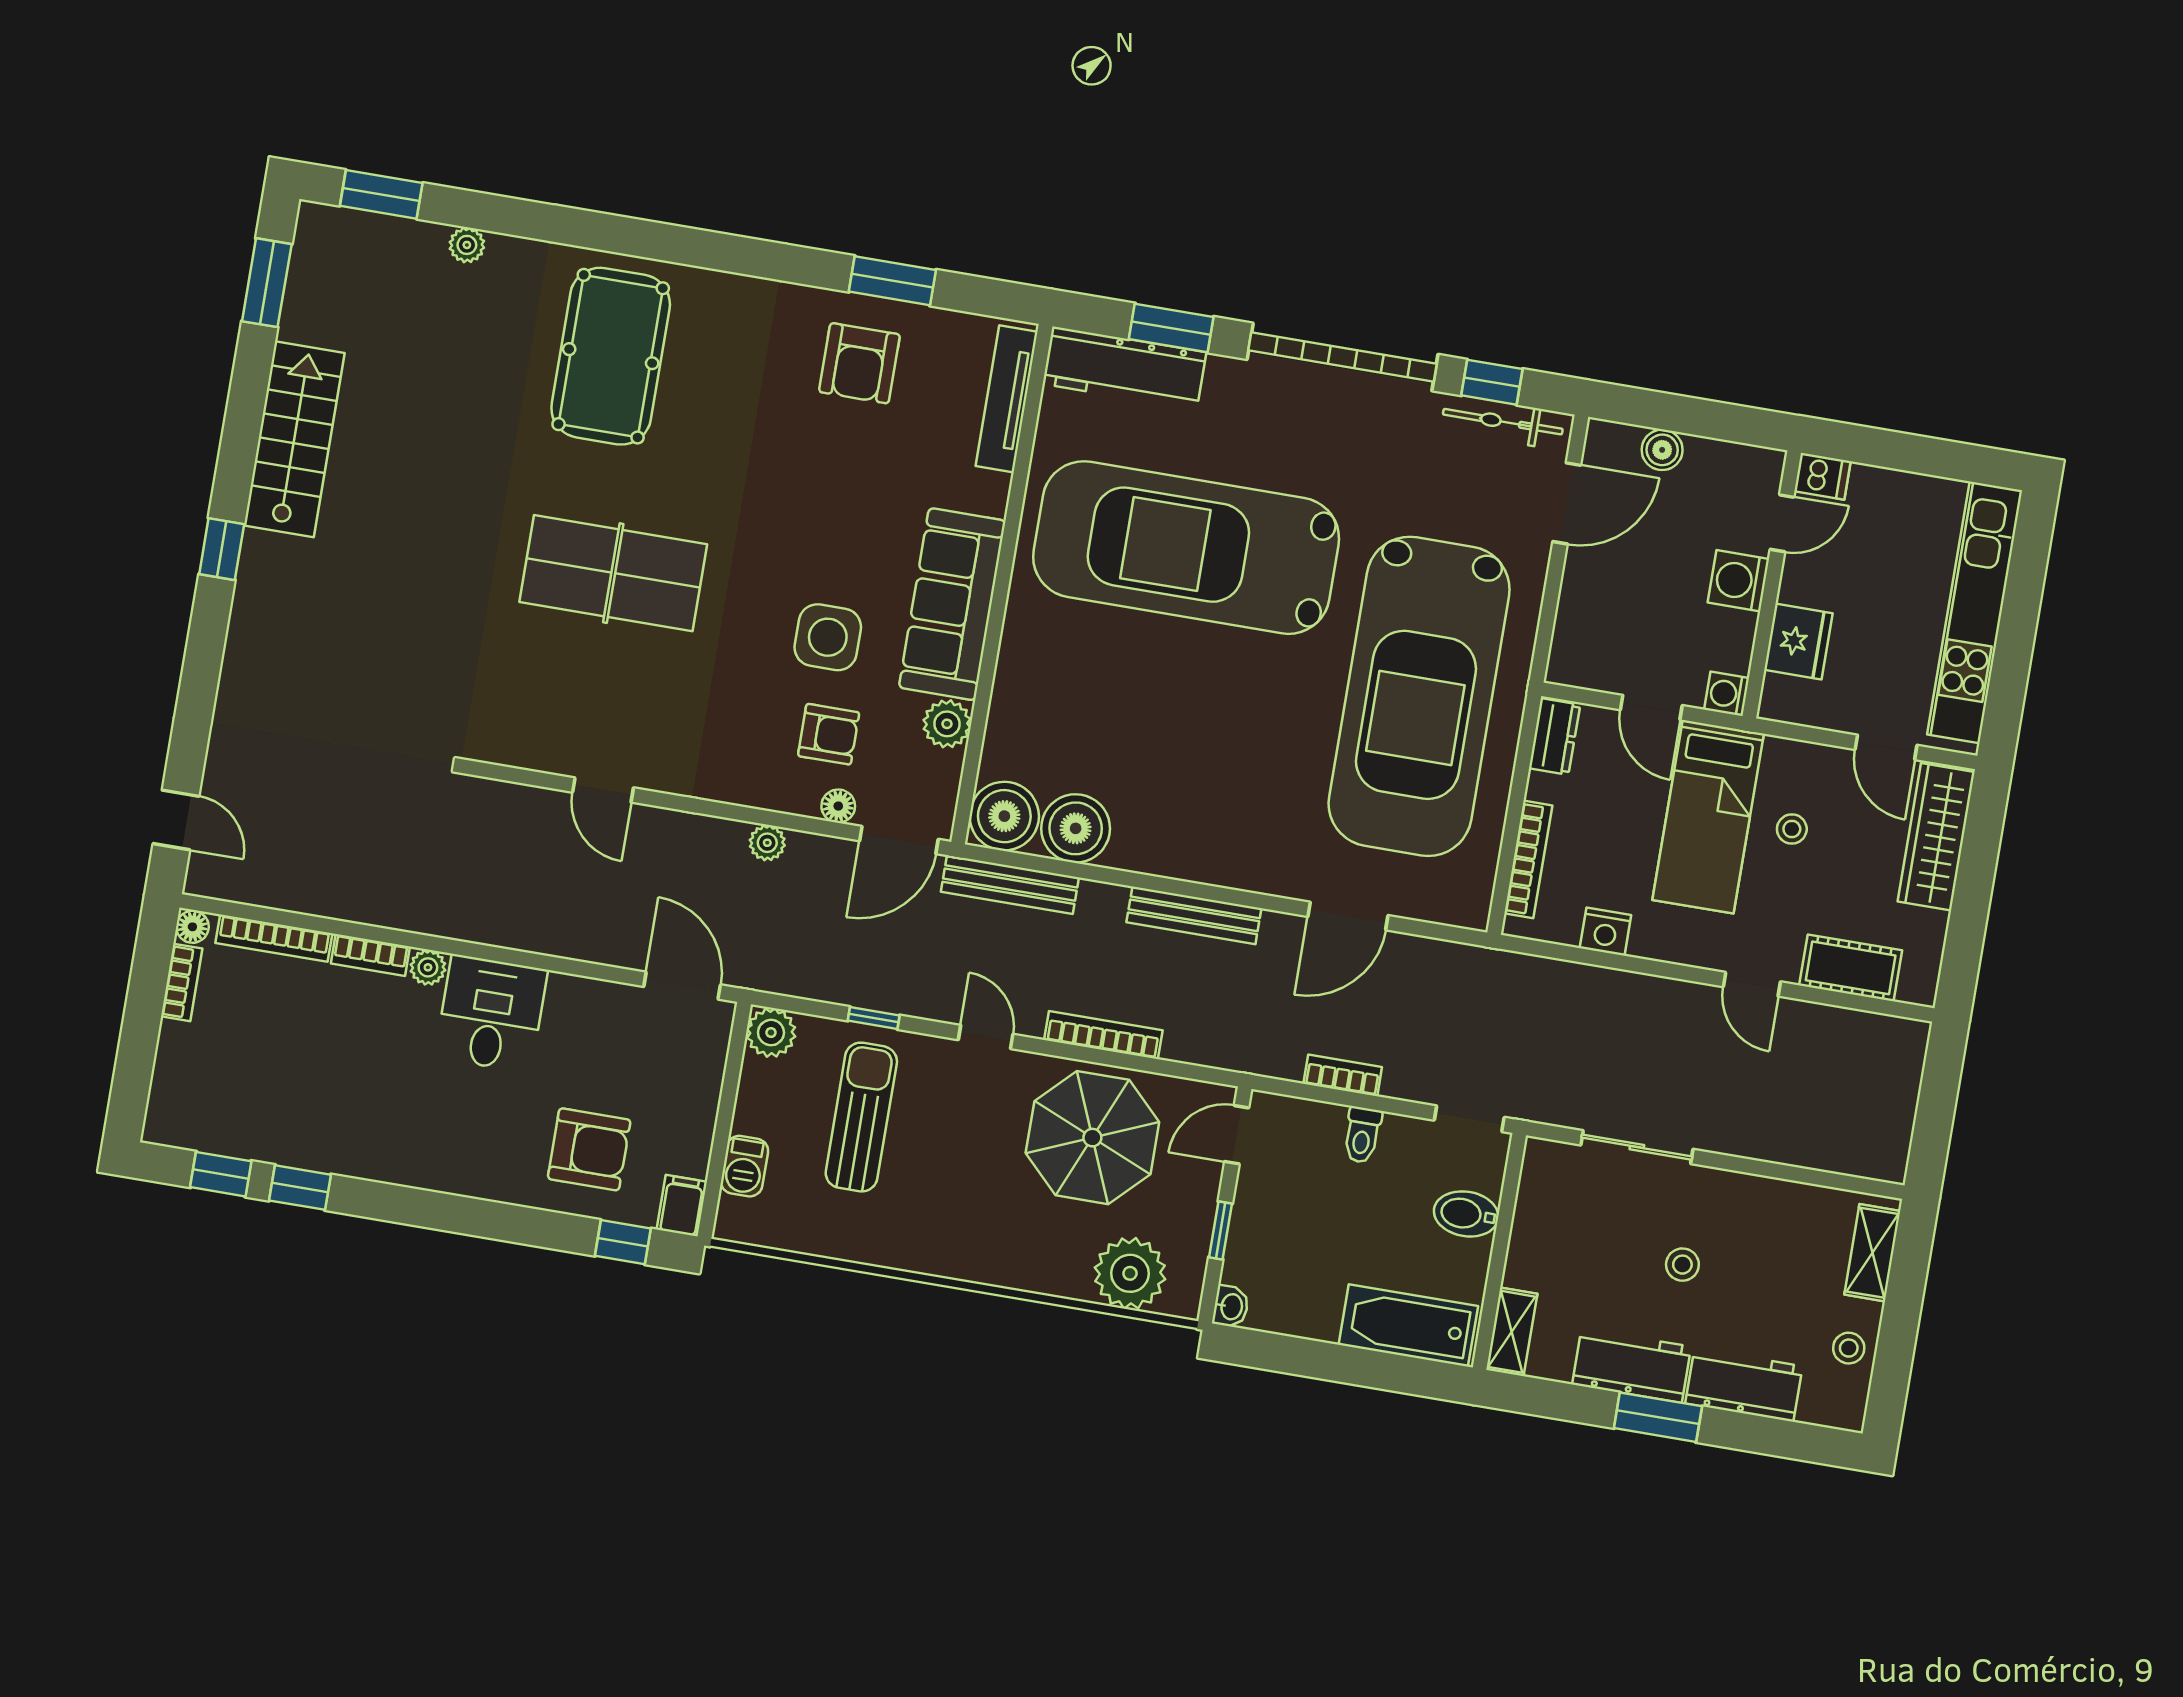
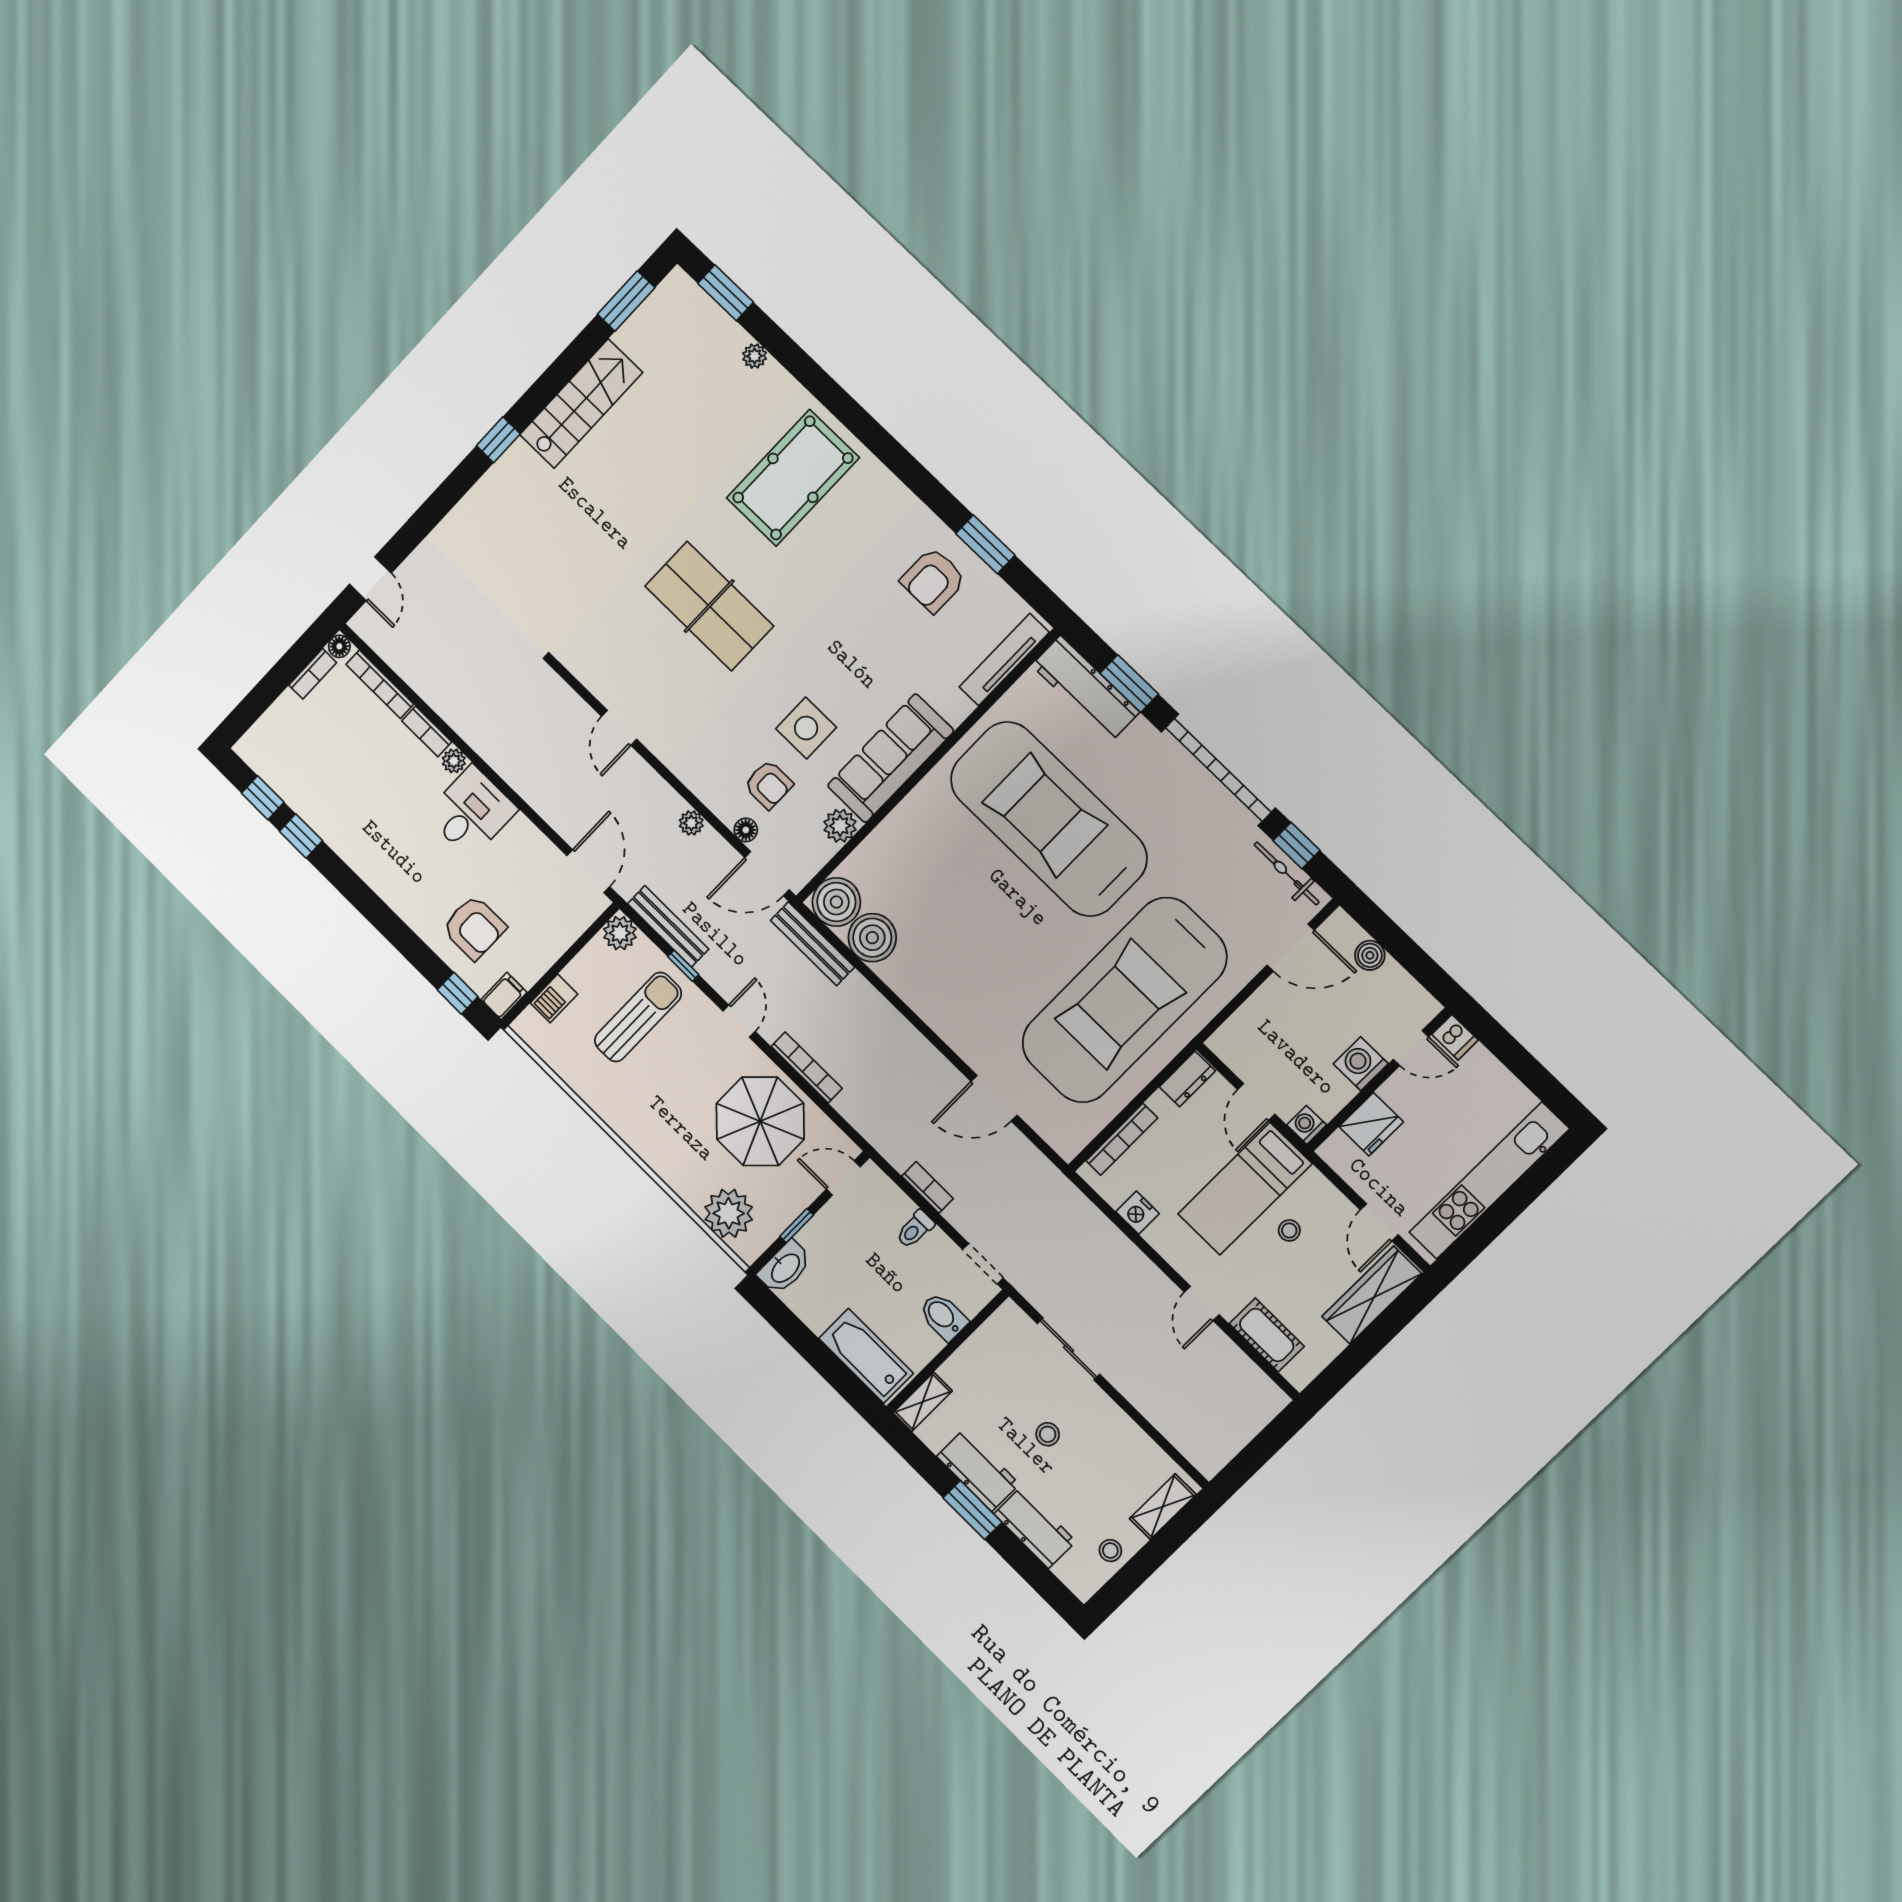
bench: (1194, 915) -> (668, 926), moved
washbasin: (1231, 1307) -> (785, 1268), width x1.91, depth x1.45

